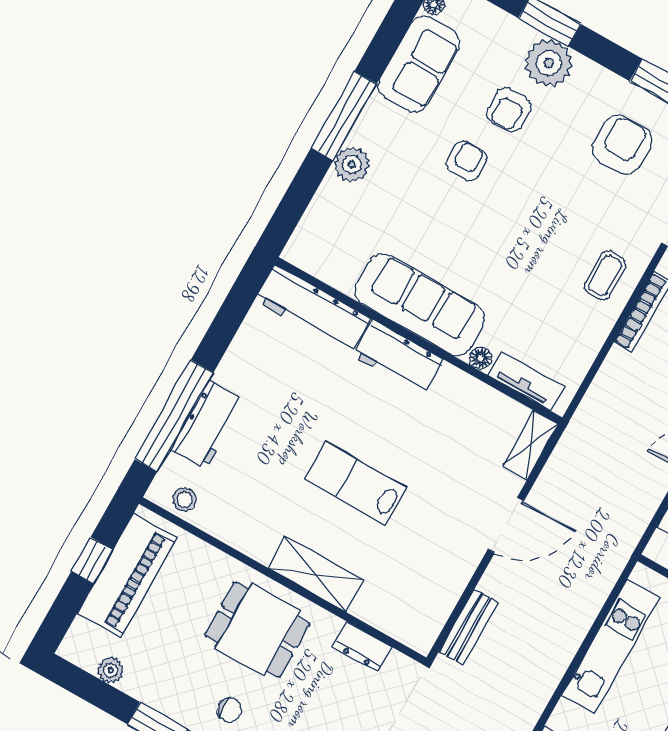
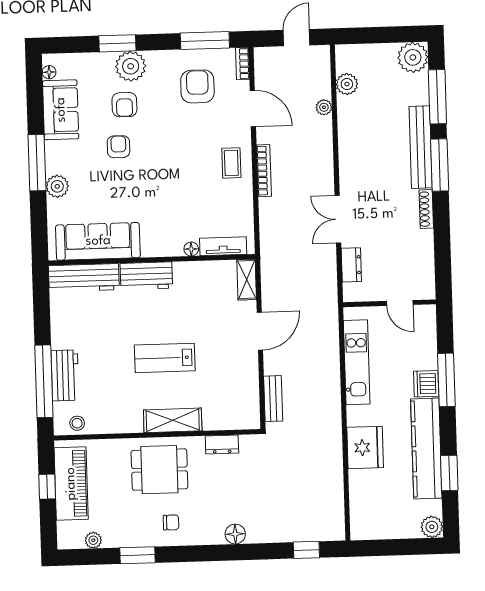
sofa: (420, 305) -> (98, 241), moved

